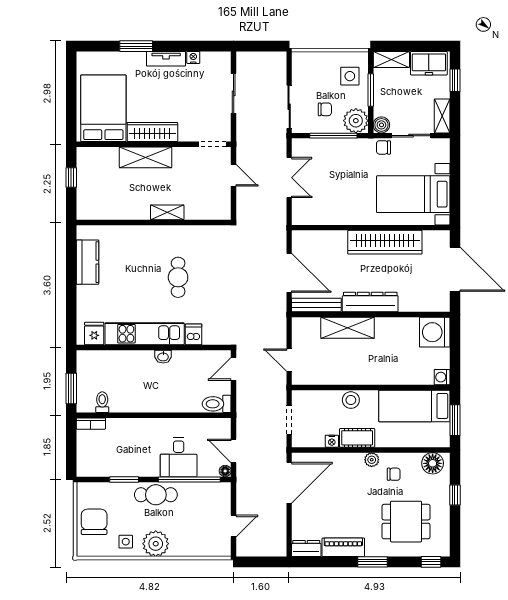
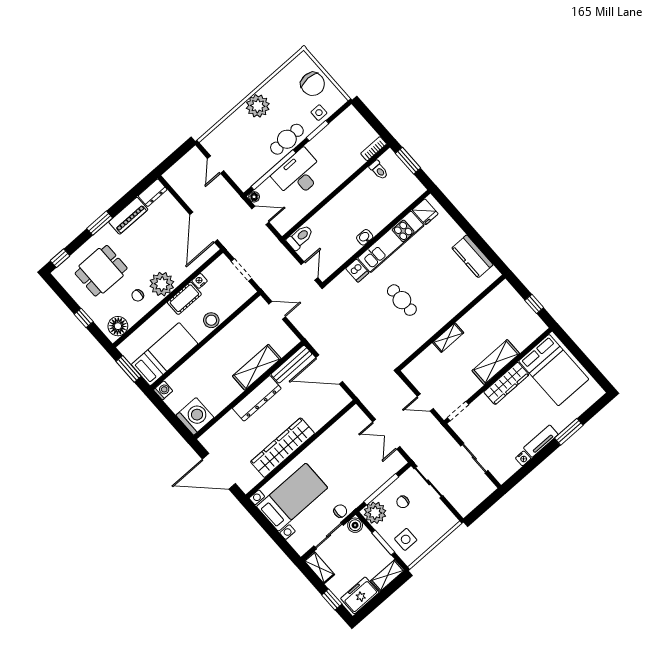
desk: (179, 457) -> (298, 174), width x1.37
plant: (372, 460) -> (162, 284), width x1.87, depth x1.87
side table: (126, 542) -> (319, 113), moved

